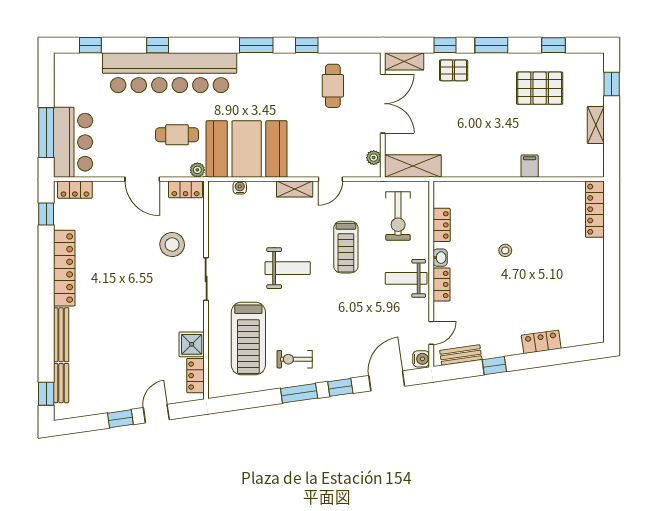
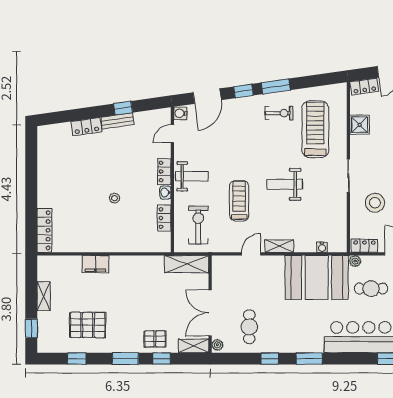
plant: (374, 158) -> (217, 345), moved
filing cabinet: (530, 166) -> (95, 264), width x2.00
bench: (461, 355) -> (118, 121), moved
locker: (196, 376) -> (364, 87), moved, turned 82

